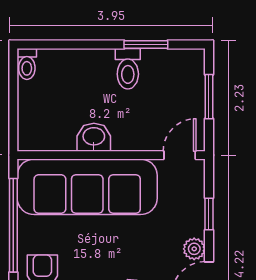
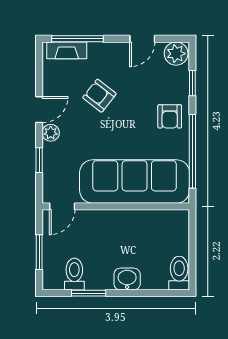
toilet: (27, 64) -> (179, 273), width x1.37, depth x1.39
toilet: (128, 69) -> (74, 274), moved
washbasin: (94, 137) -> (127, 279), moved, turned 180

